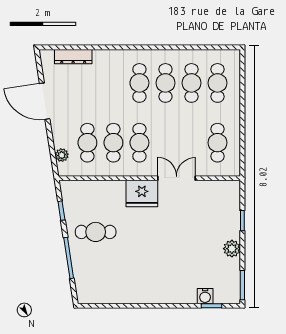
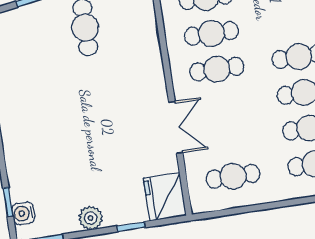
fridge: (142, 193) -> (165, 197), moved
water cooler: (205, 296) -> (23, 213), moved

